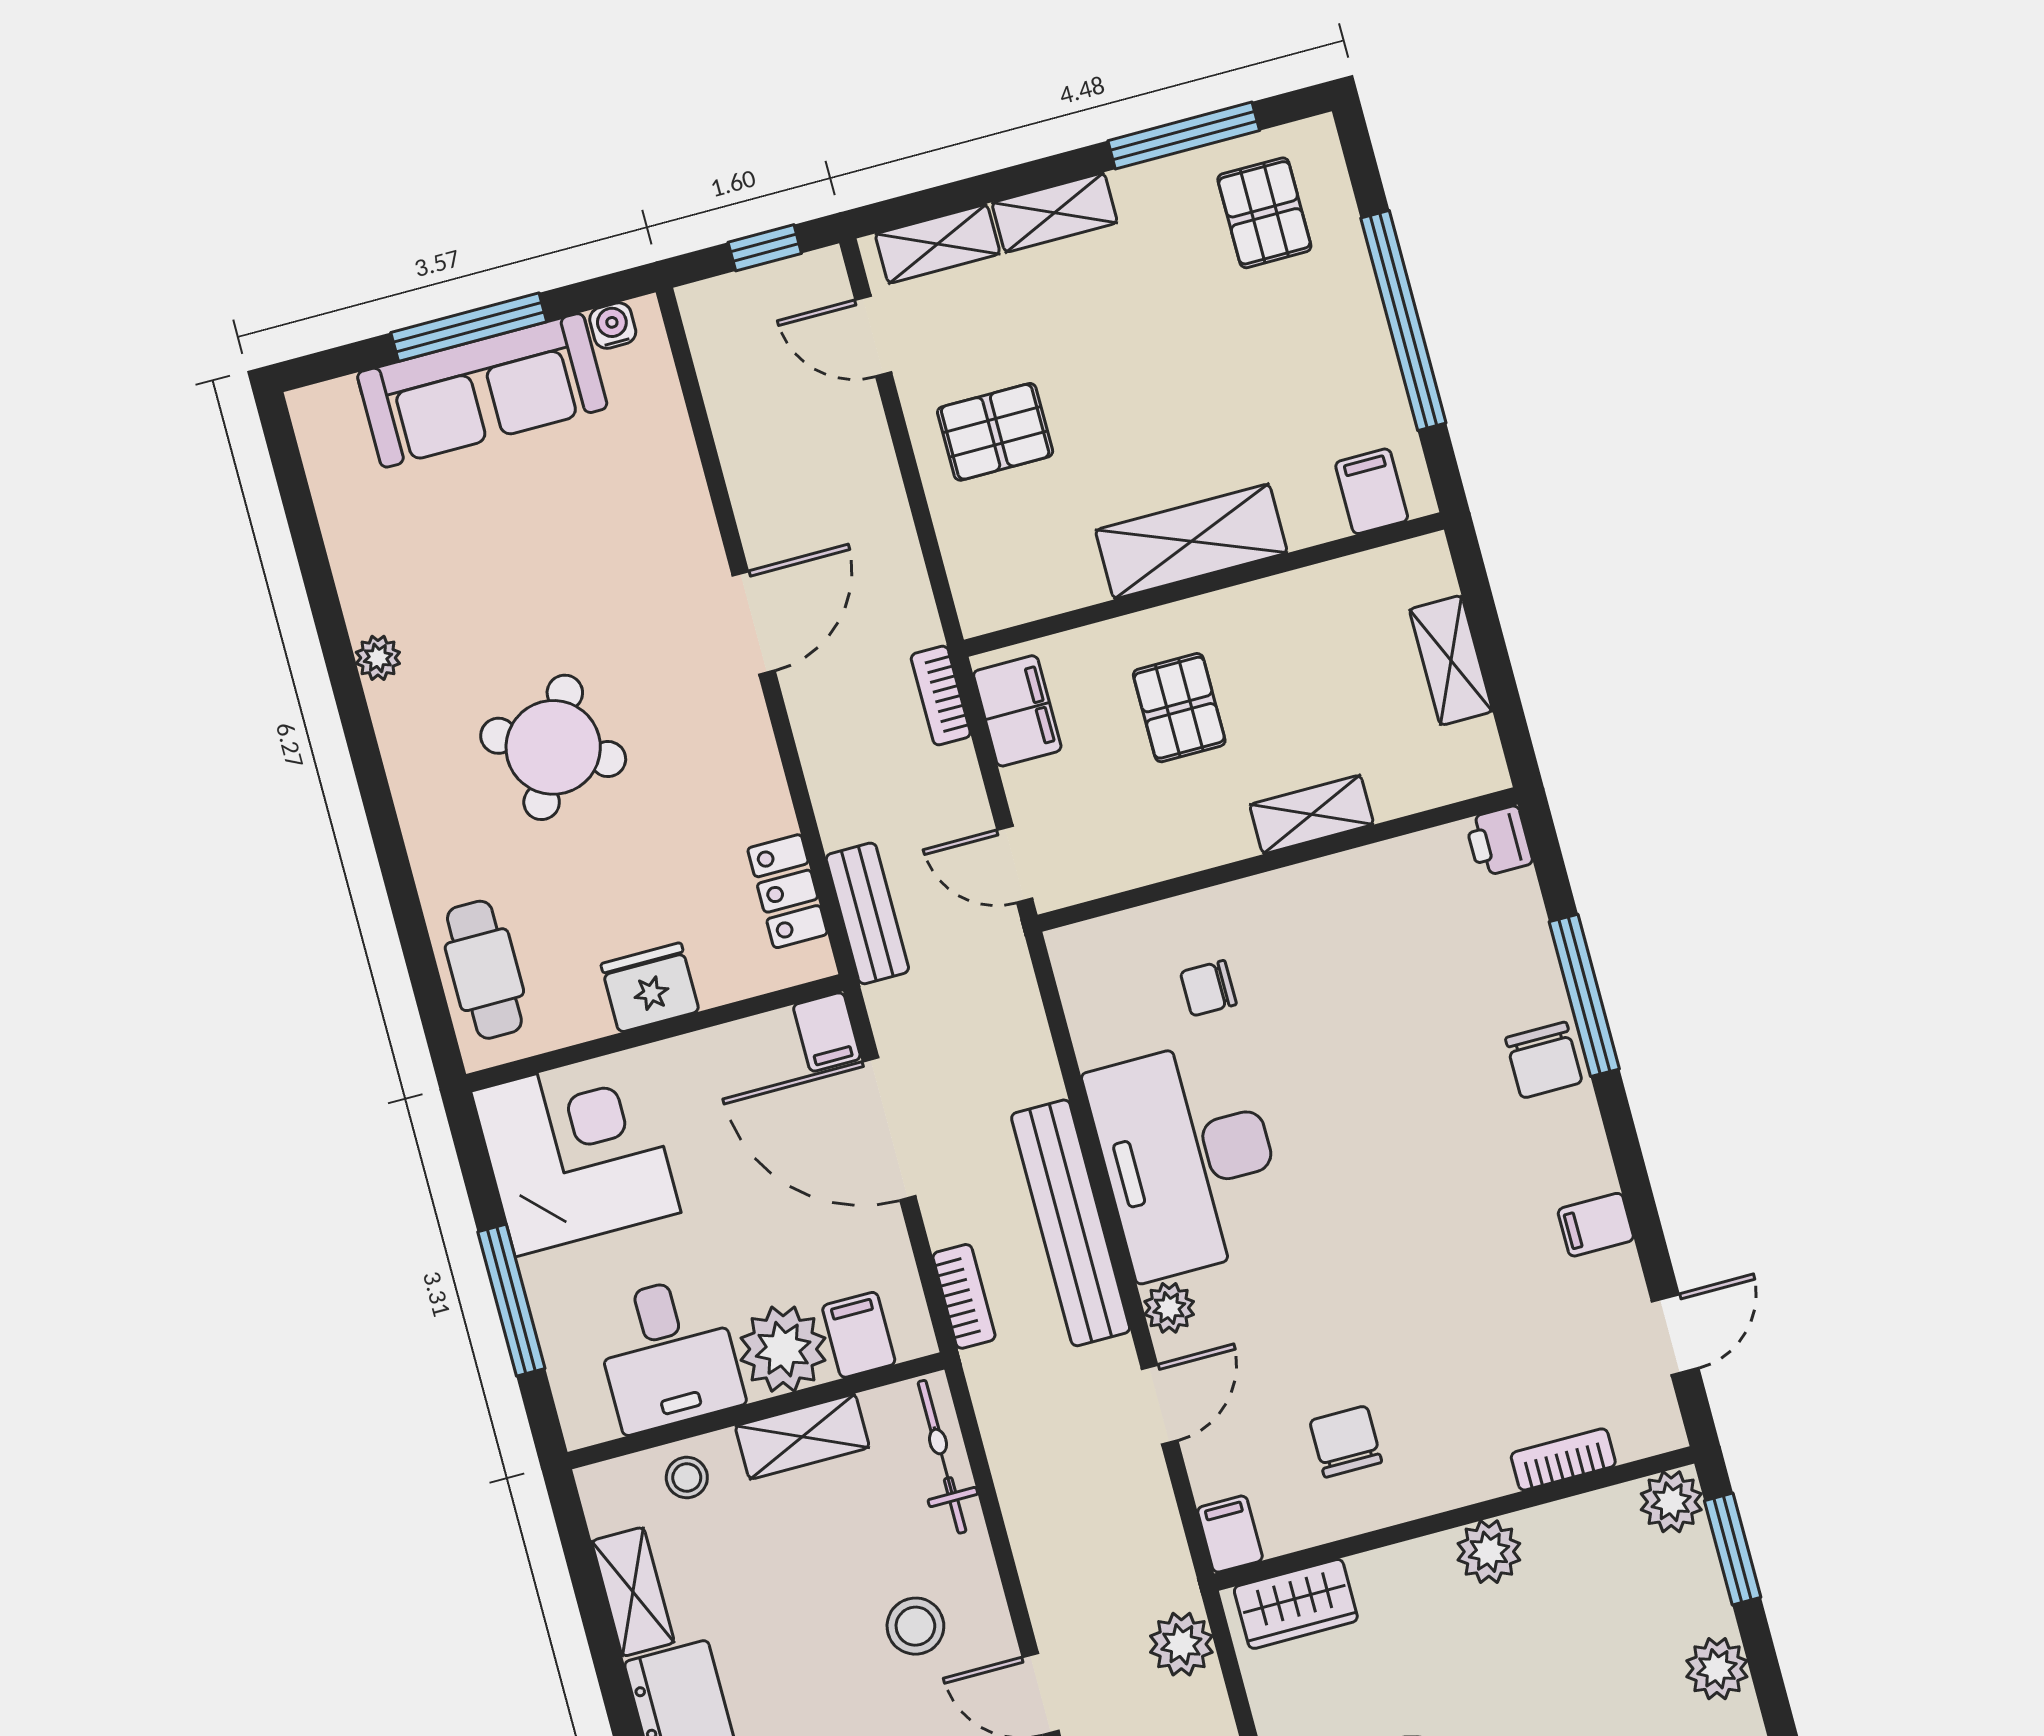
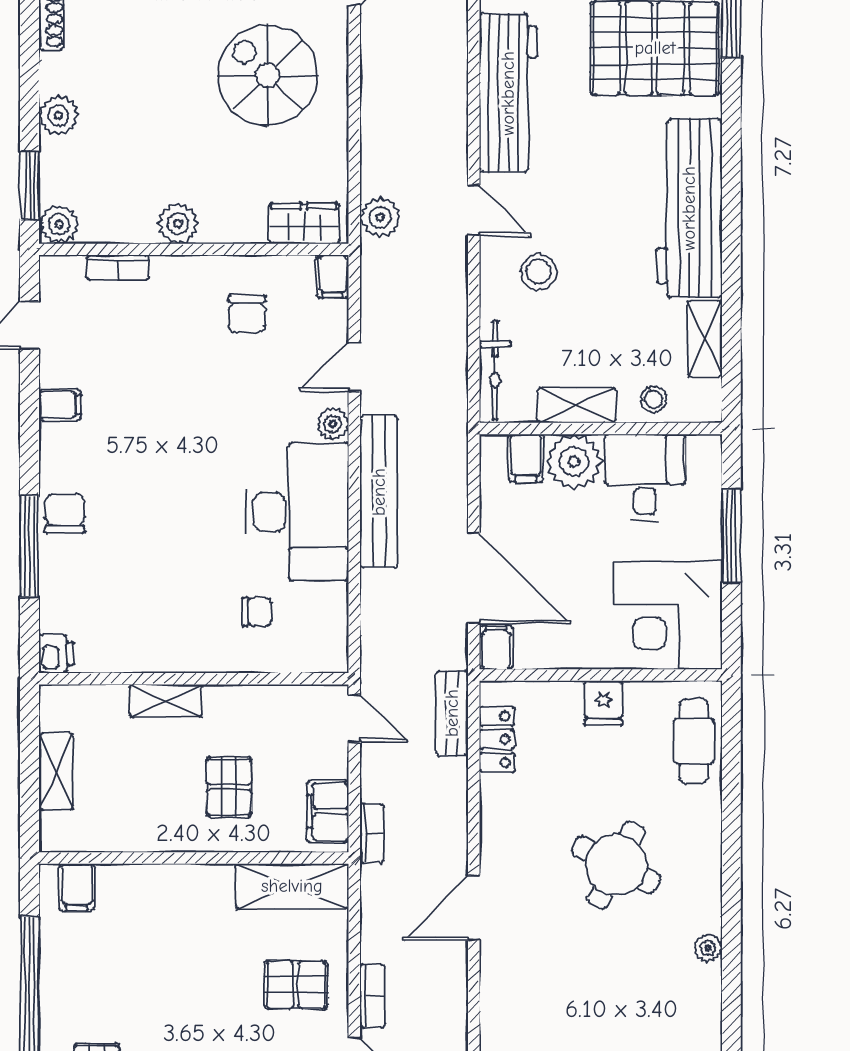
shelving: (1191, 541) -> (292, 886), moved
fridge: (650, 988) -> (603, 703), width x0.72
bookcase: (964, 1296) -> (372, 996), moved, turned 180

